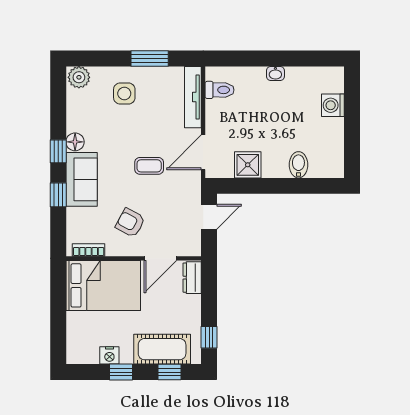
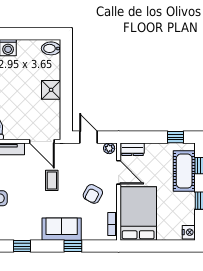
floor lamp: (75, 142) -> (34, 234), removed
window: (58, 151) -> (22, 246), moved
shower: (248, 165) -> (51, 90), moved
bidet: (298, 165) -> (51, 48), moved
plant: (194, 245) -> (109, 148), added
nightstand: (109, 355) -> (189, 232), moved

